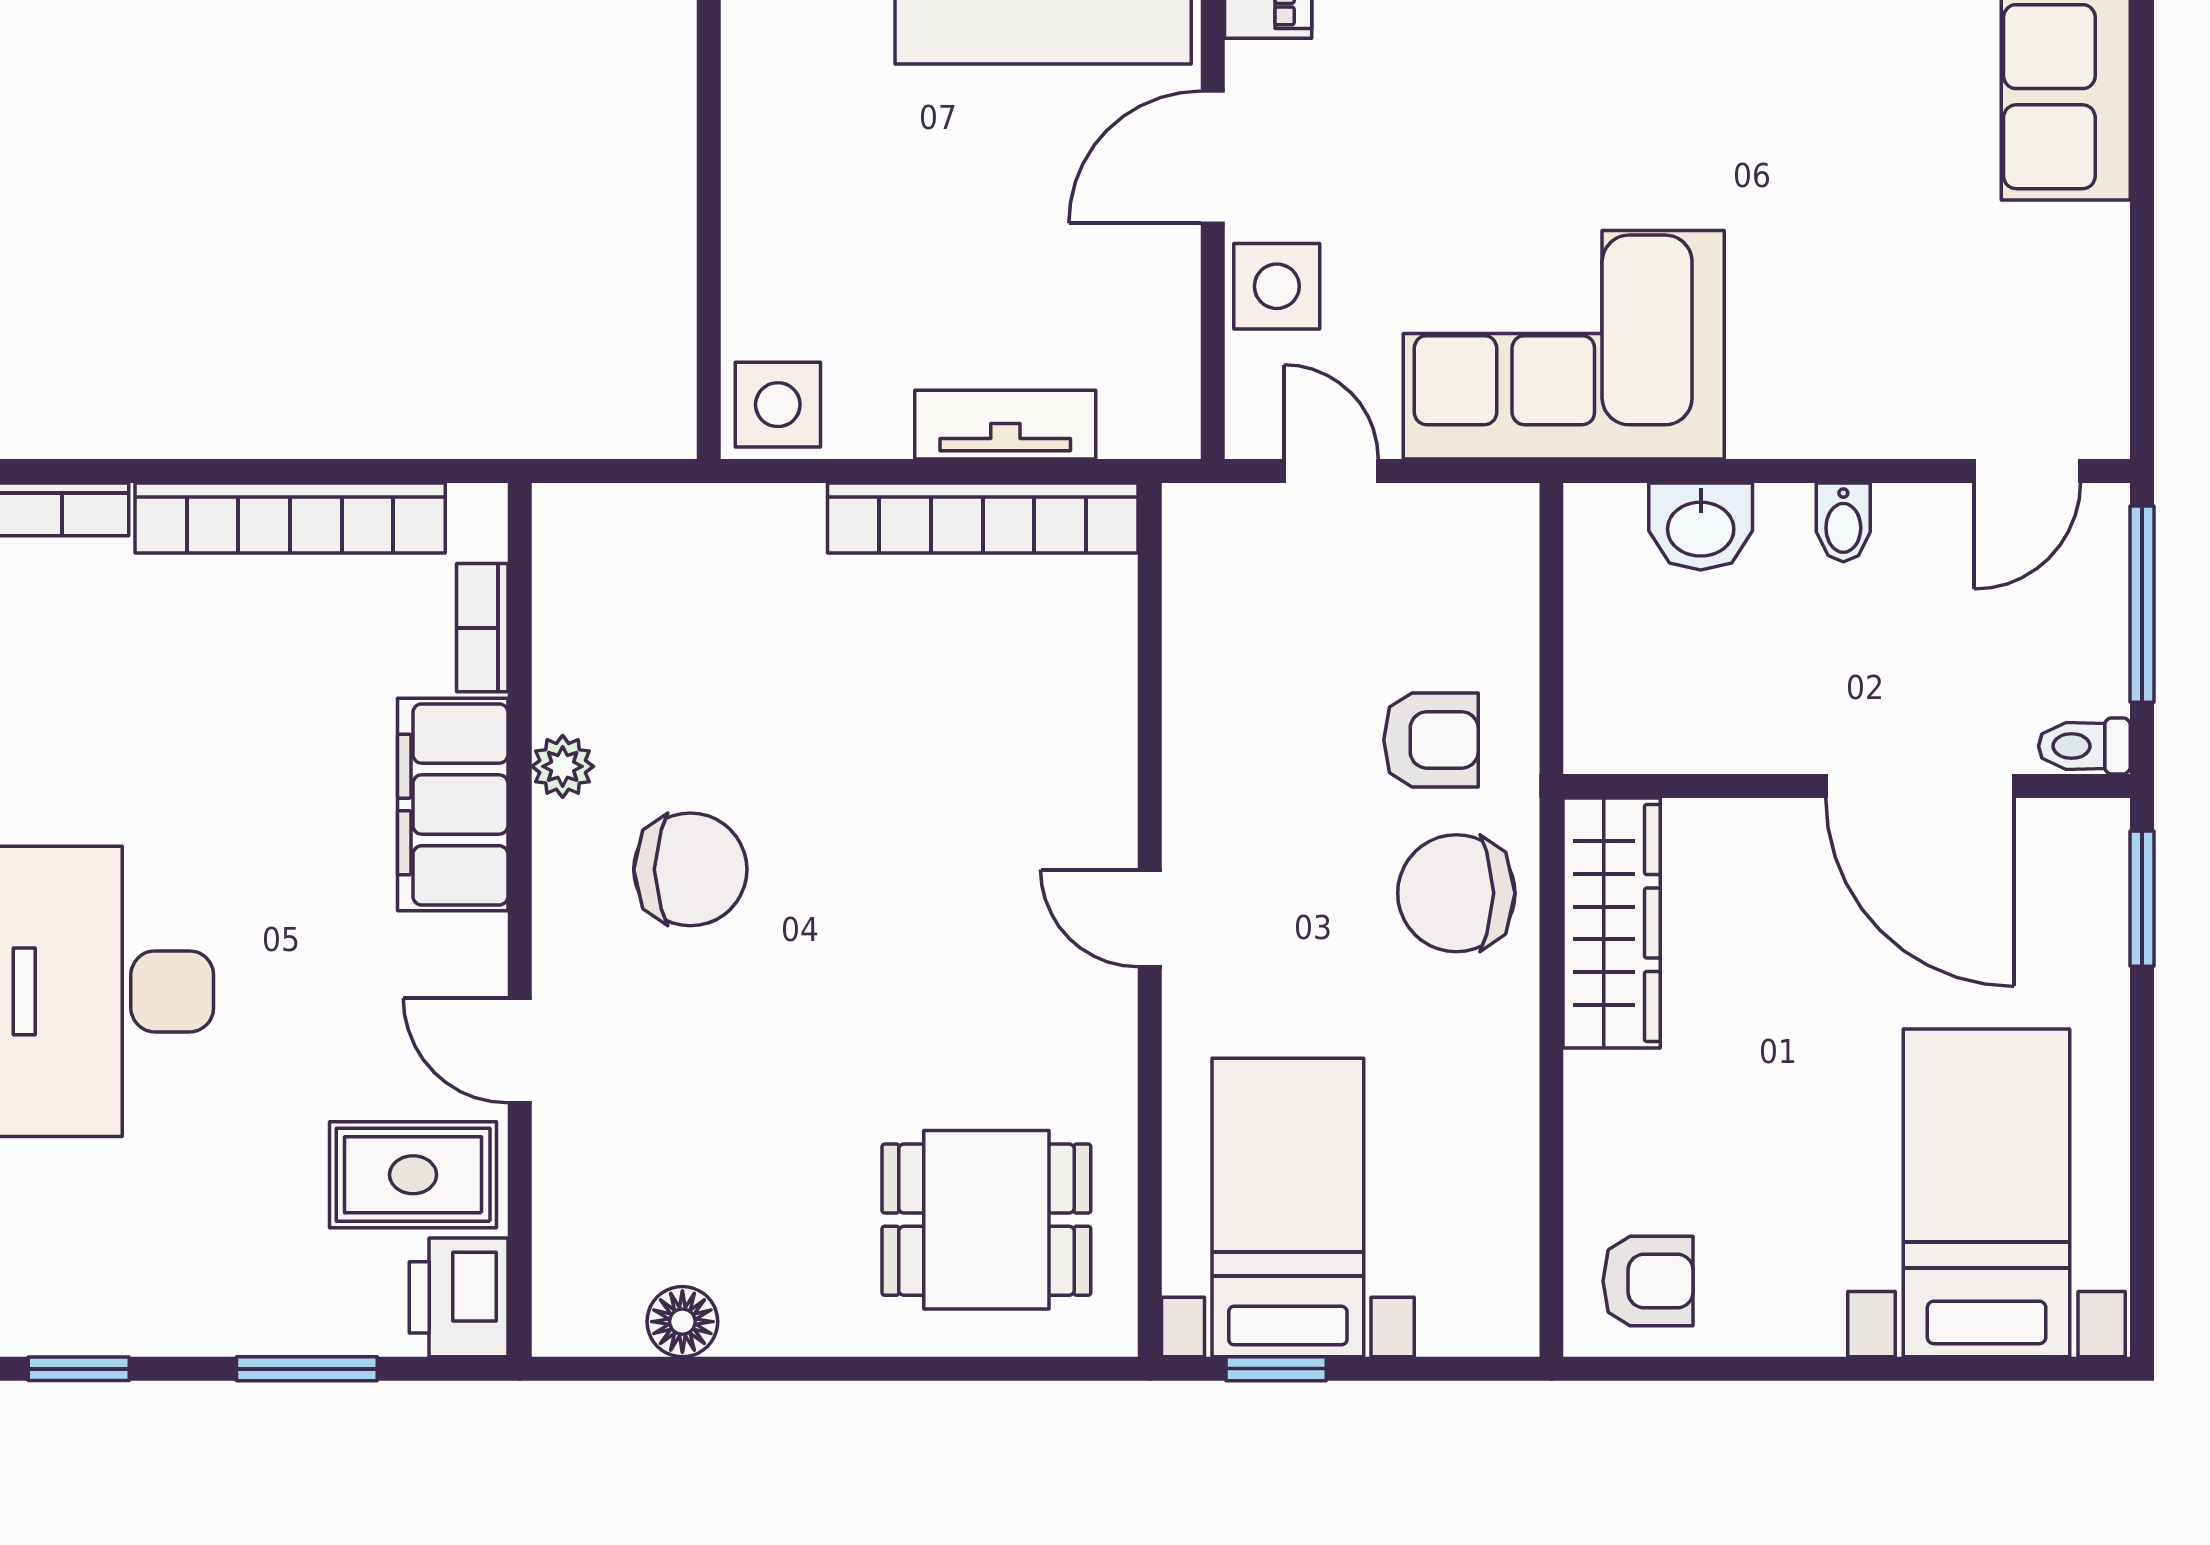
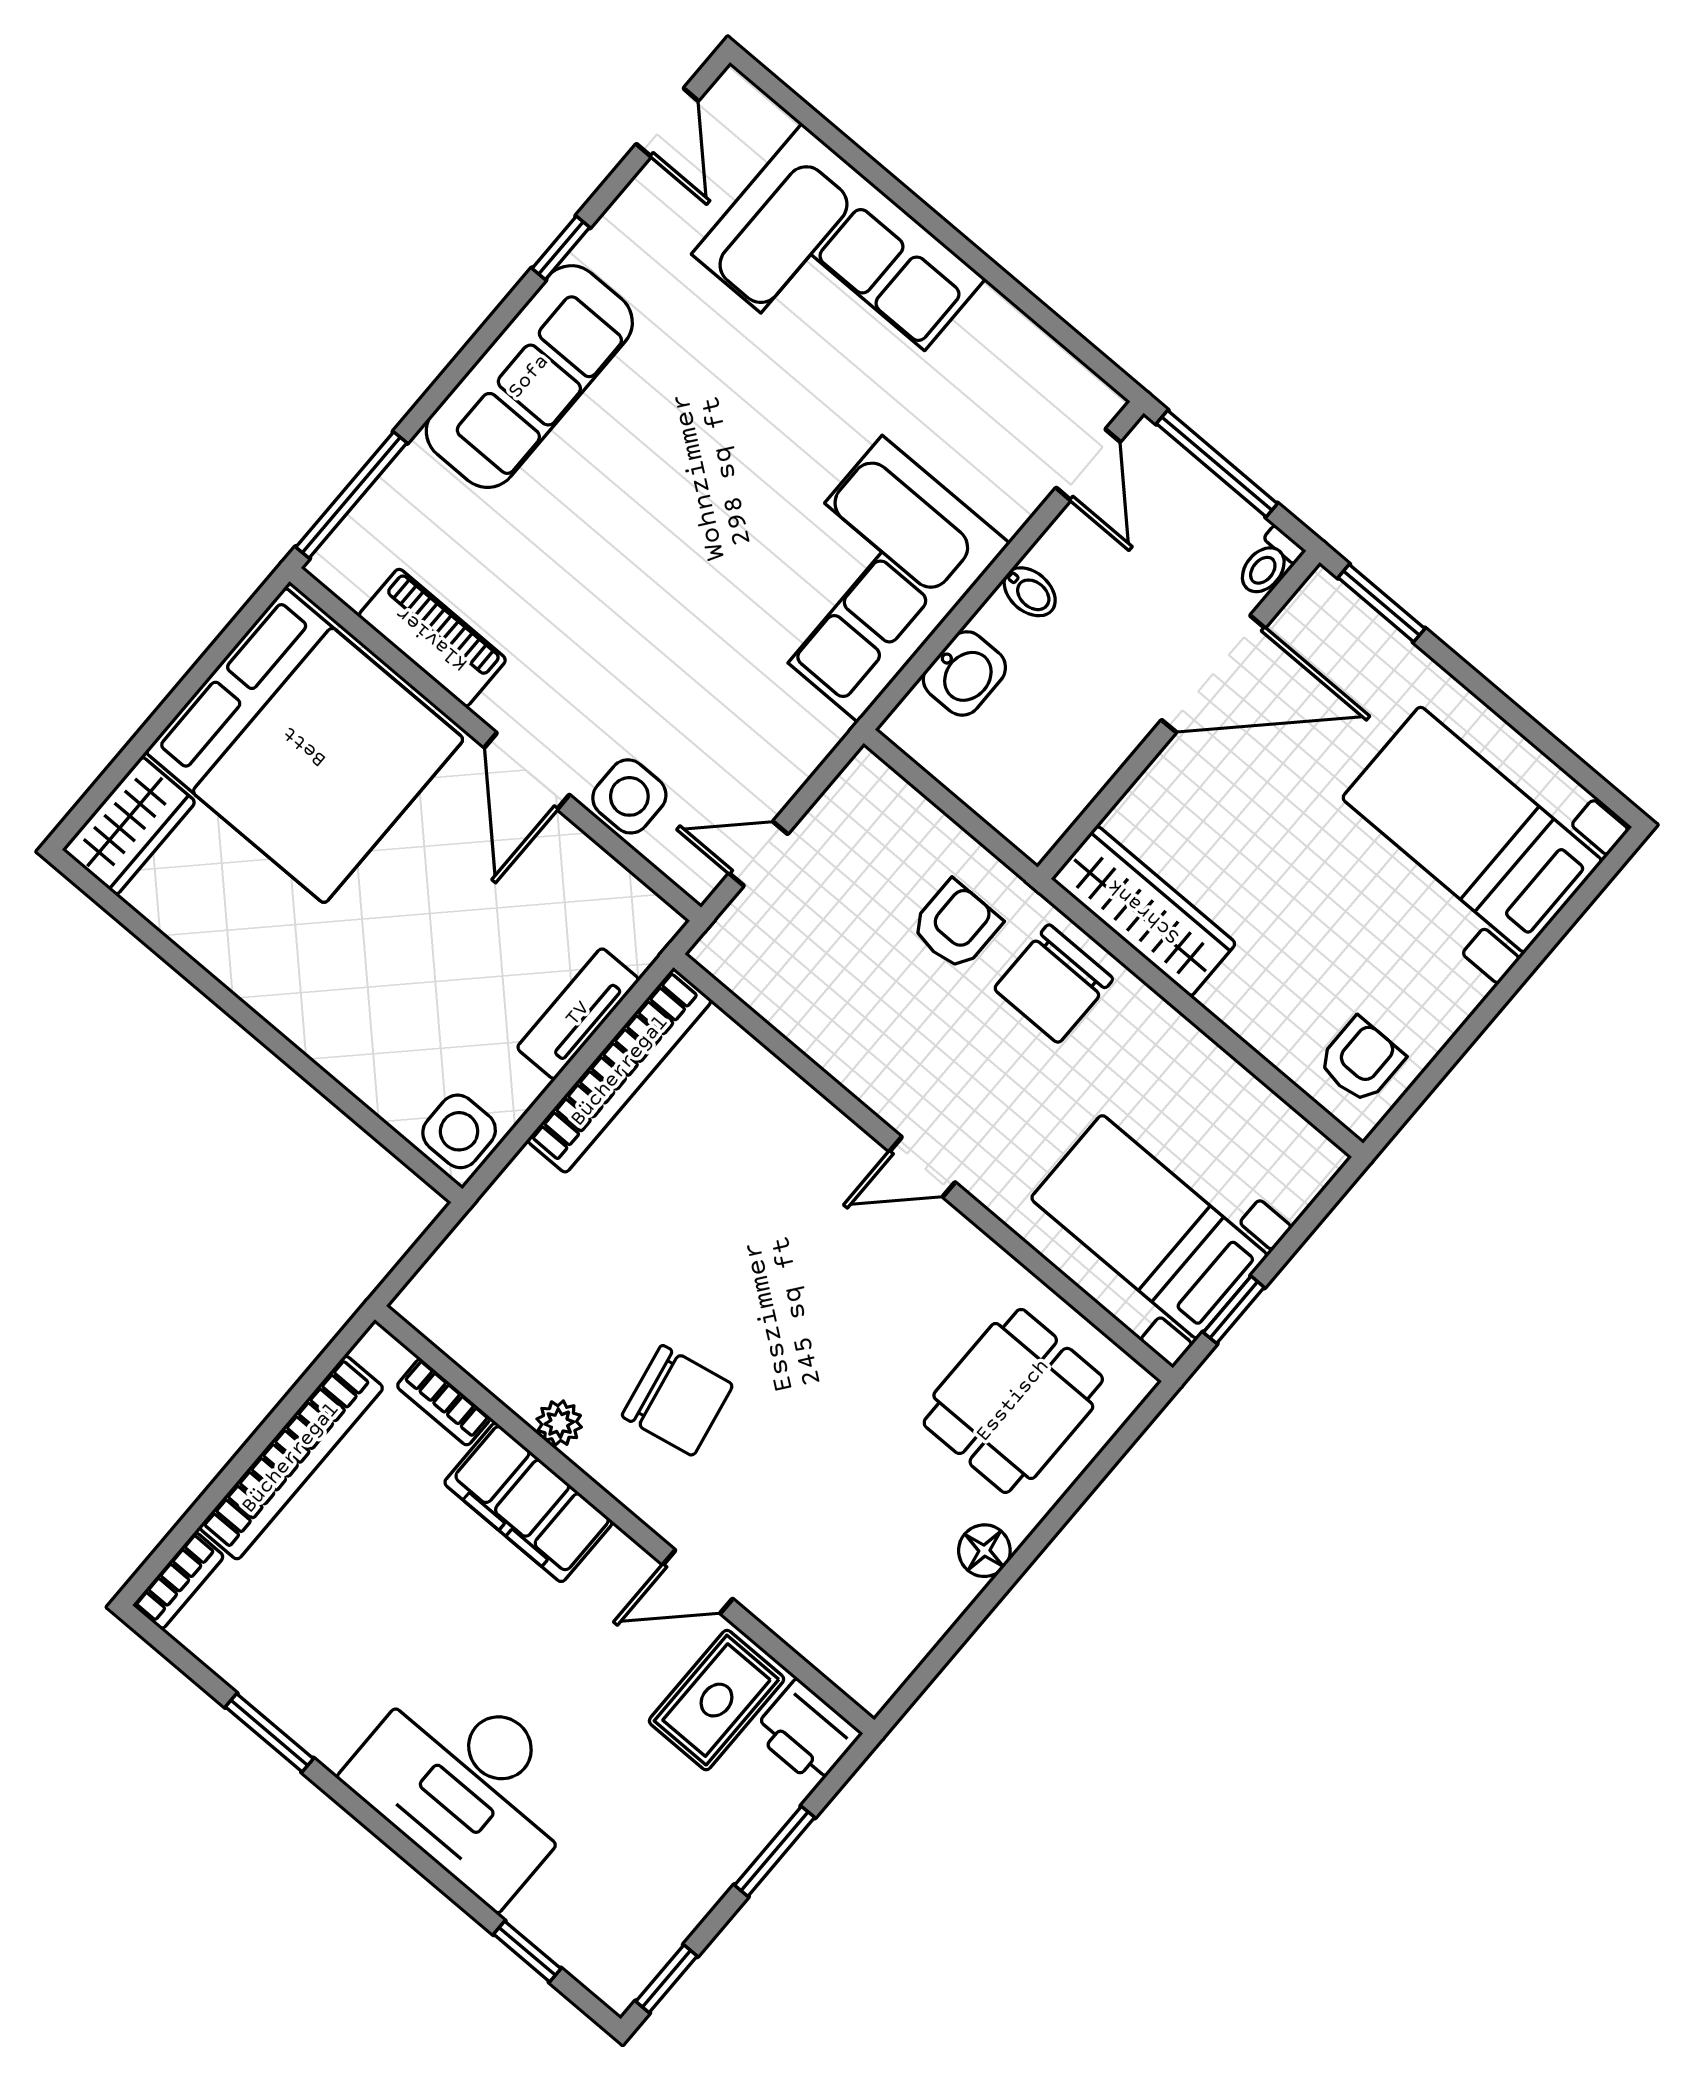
corner sofa: (1564, 345) -> (870, 579), moved
chair: (690, 869) -> (677, 1400), turned 79
floor lamp: (682, 1322) -> (984, 1551), moved

